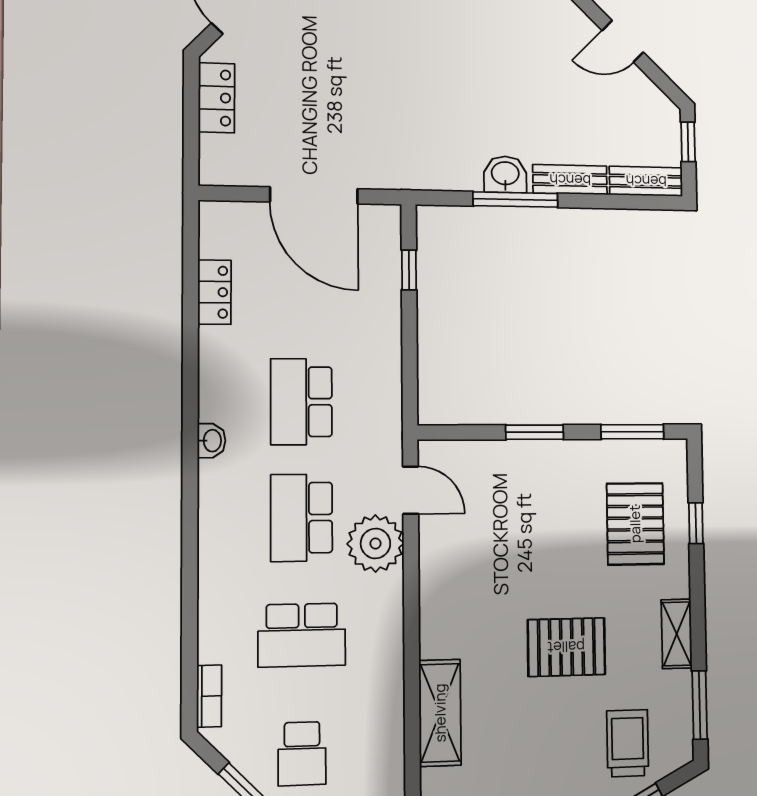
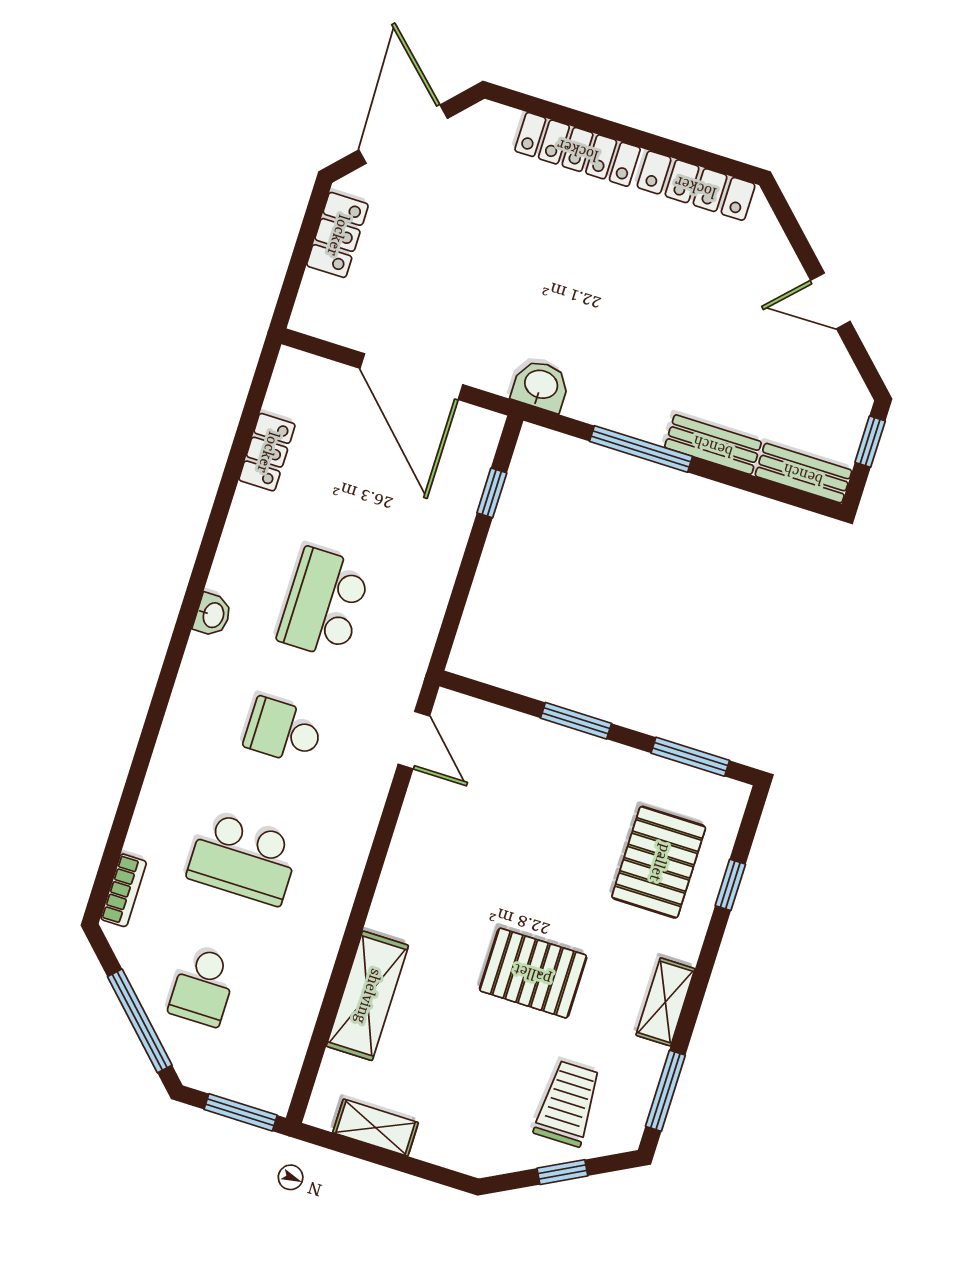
washbasin: (505, 174) -> (541, 386), moved
school desk: (302, 518) -> (284, 731), width x0.54
plant: (375, 543) -> (356, 786), removed

